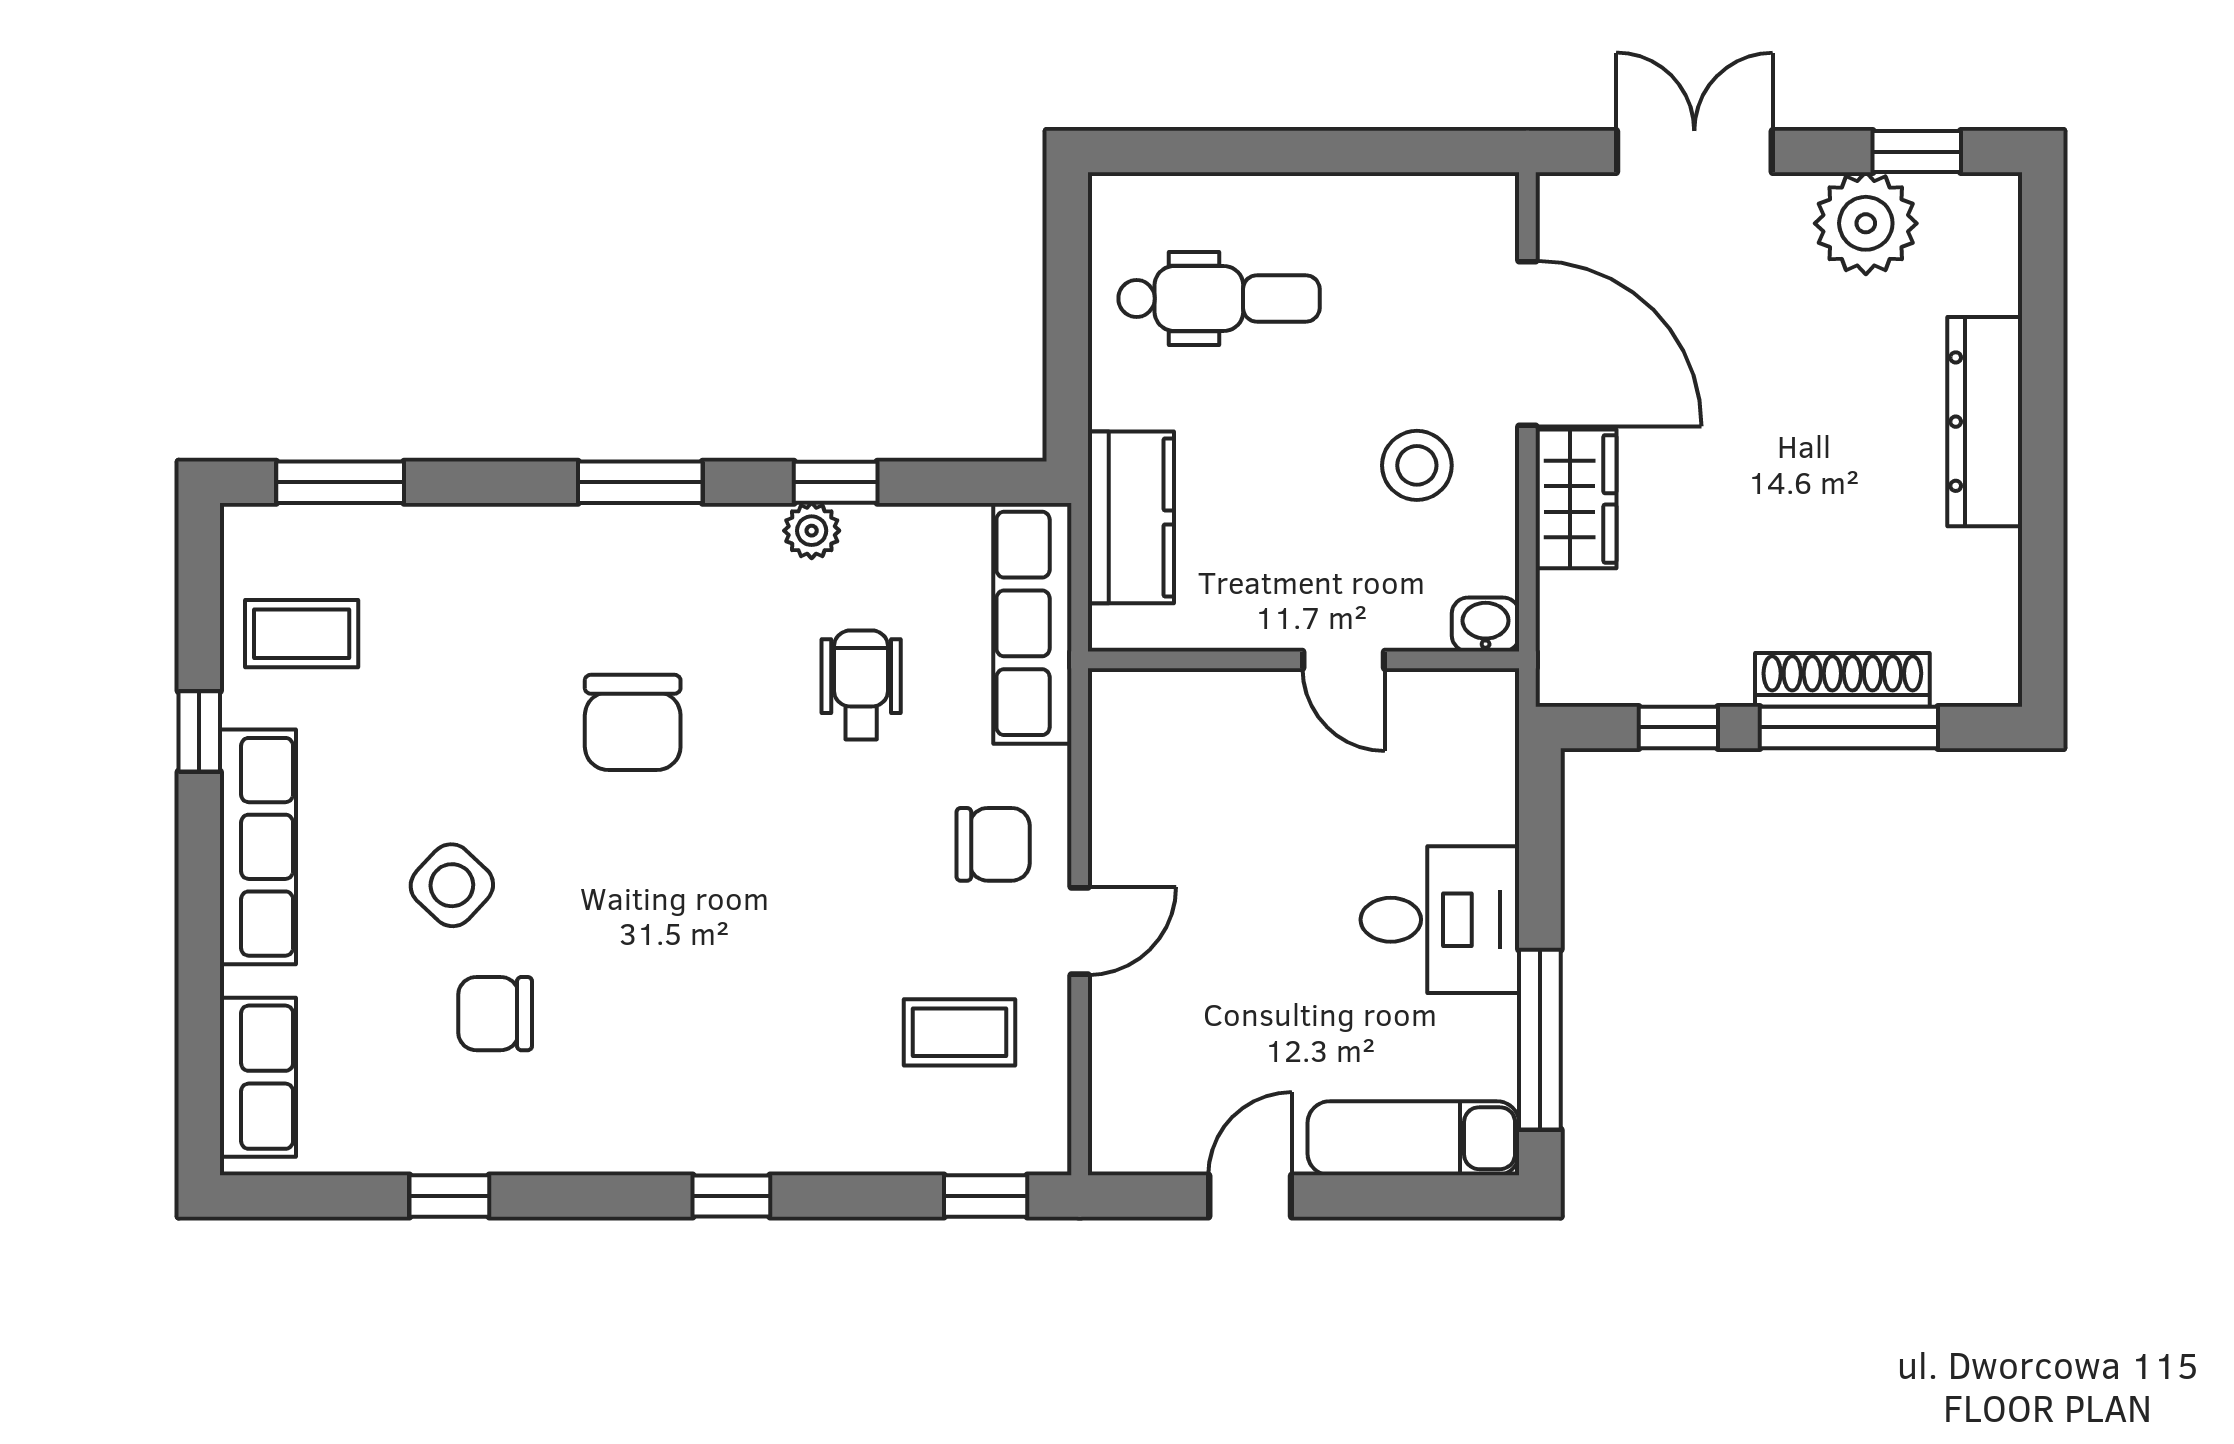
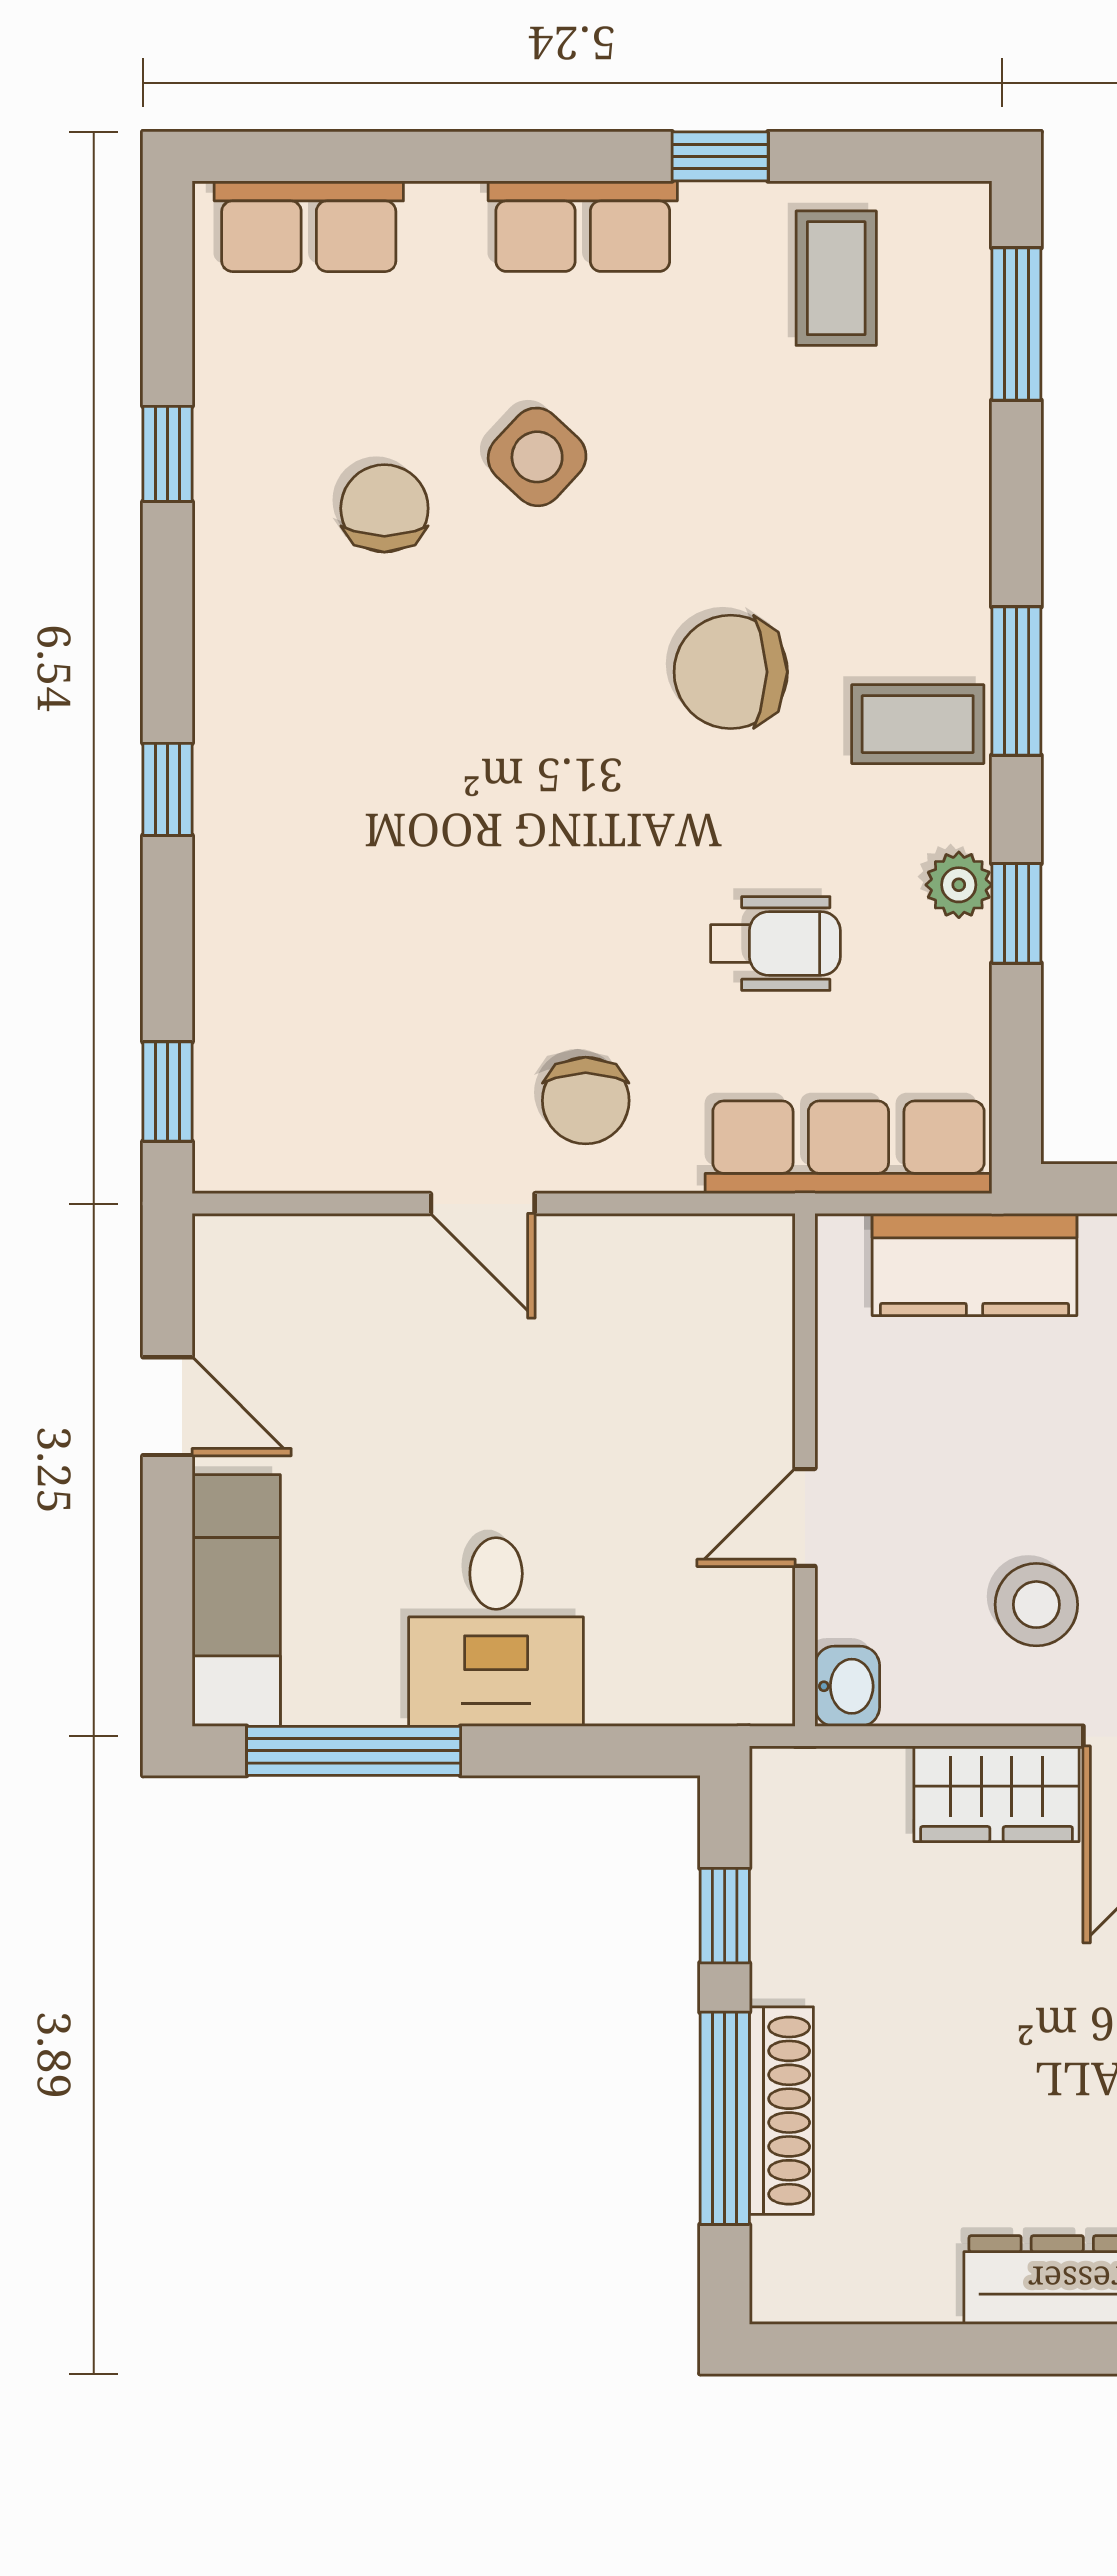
row of seats: (258, 847) -> (583, 226), width x0.68
coffee table: (959, 1032) -> (918, 724), moved, turned 90

